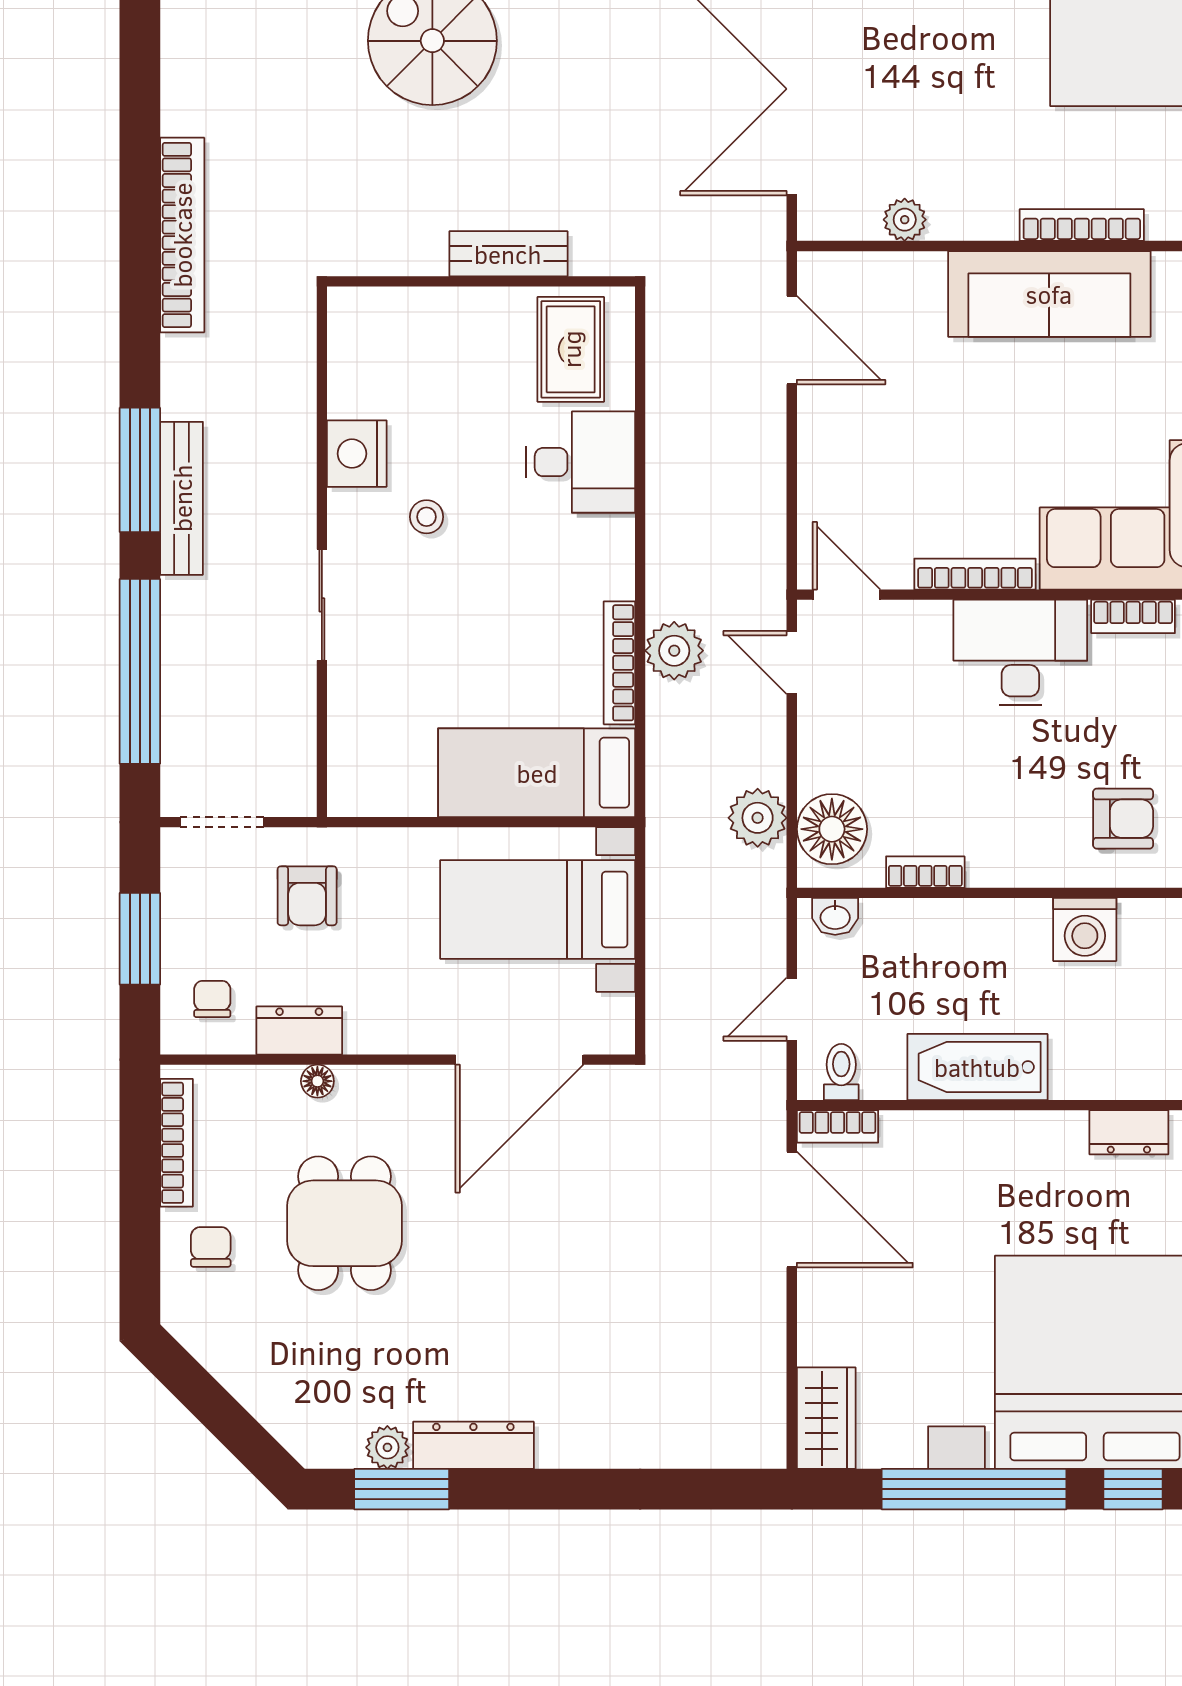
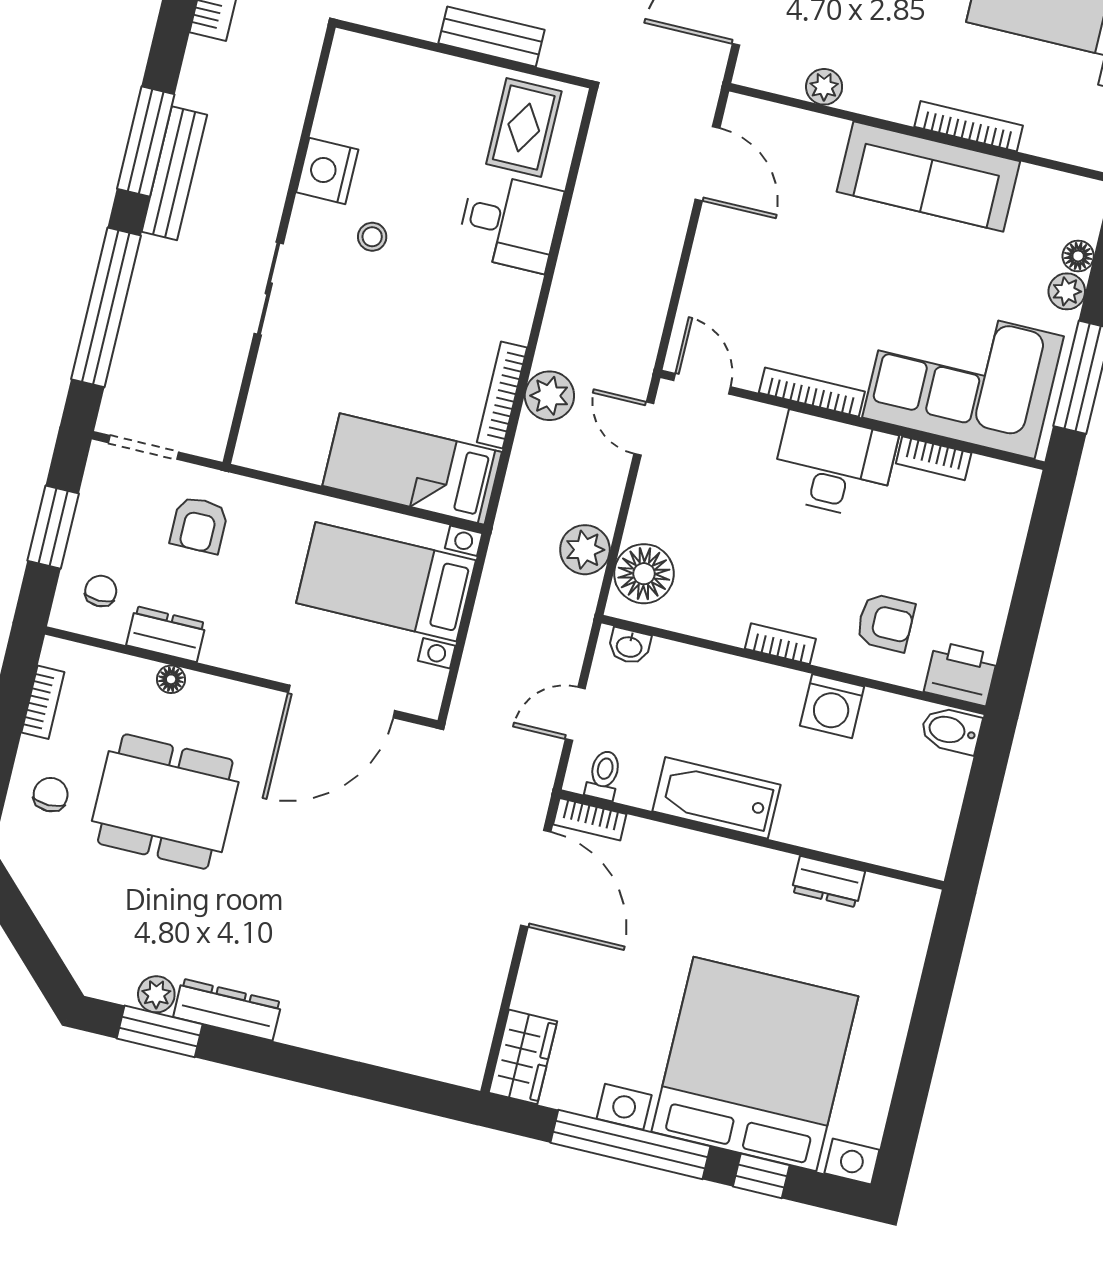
bookcase: (925, 872) -> (780, 644), moved
bookcase: (176, 1143) -> (43, 702), width x0.64
dining table: (345, 1223) -> (165, 802), width x1.38

